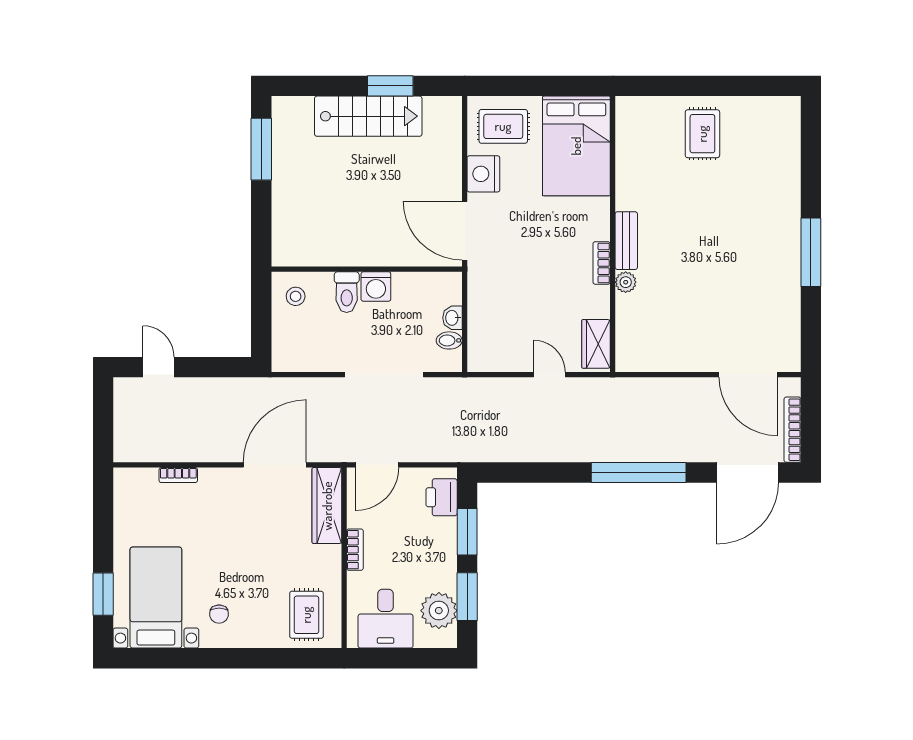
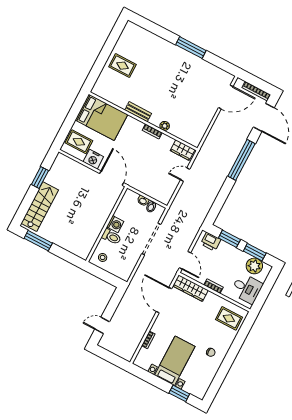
stairs: (368, 116) -> (40, 207), moved
rug: (503, 126) -> (79, 142), turned 90
door: (465, 231) -> (112, 178), swing flipped
bench: (626, 241) -> (138, 112), moved
bed with nightstands: (156, 598) -> (175, 361), moved, turned 90

